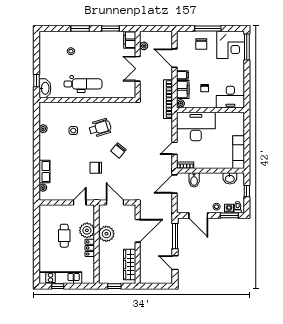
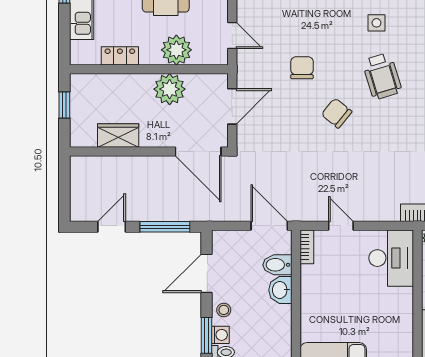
desk: (196, 127) -> (391, 258), width x0.73, depth x0.77
washbasin: (230, 178) -> (280, 290), moved
door: (138, 231) -> (198, 152), moved
locker: (90, 248) -> (120, 56), moved
wardrobe: (130, 265) -> (118, 136), width x0.67

